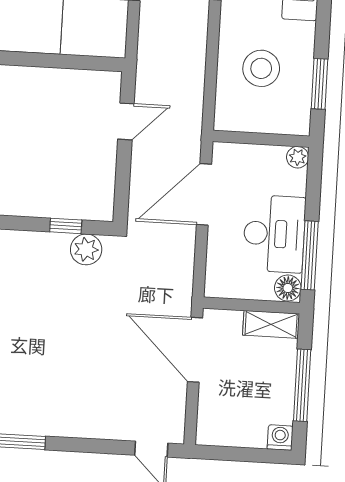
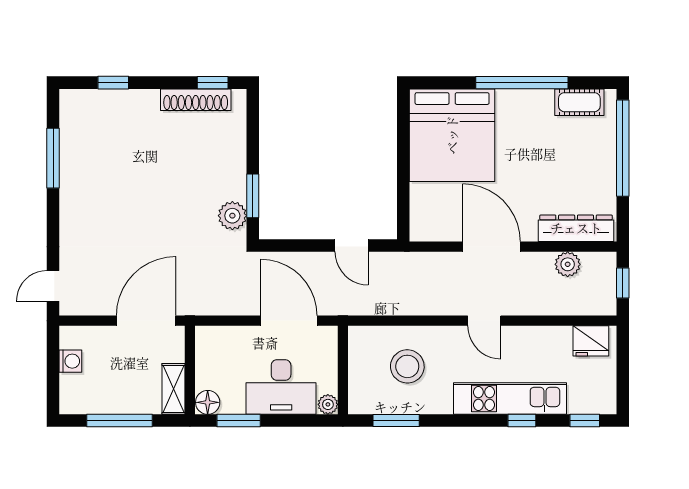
window: (66, 226) -> (253, 196), width x1.50
desk: (274, 234) -> (281, 387), moved
window: (310, 255) -> (239, 421), width x0.69
washing machine: (280, 438) -> (70, 361), moved

